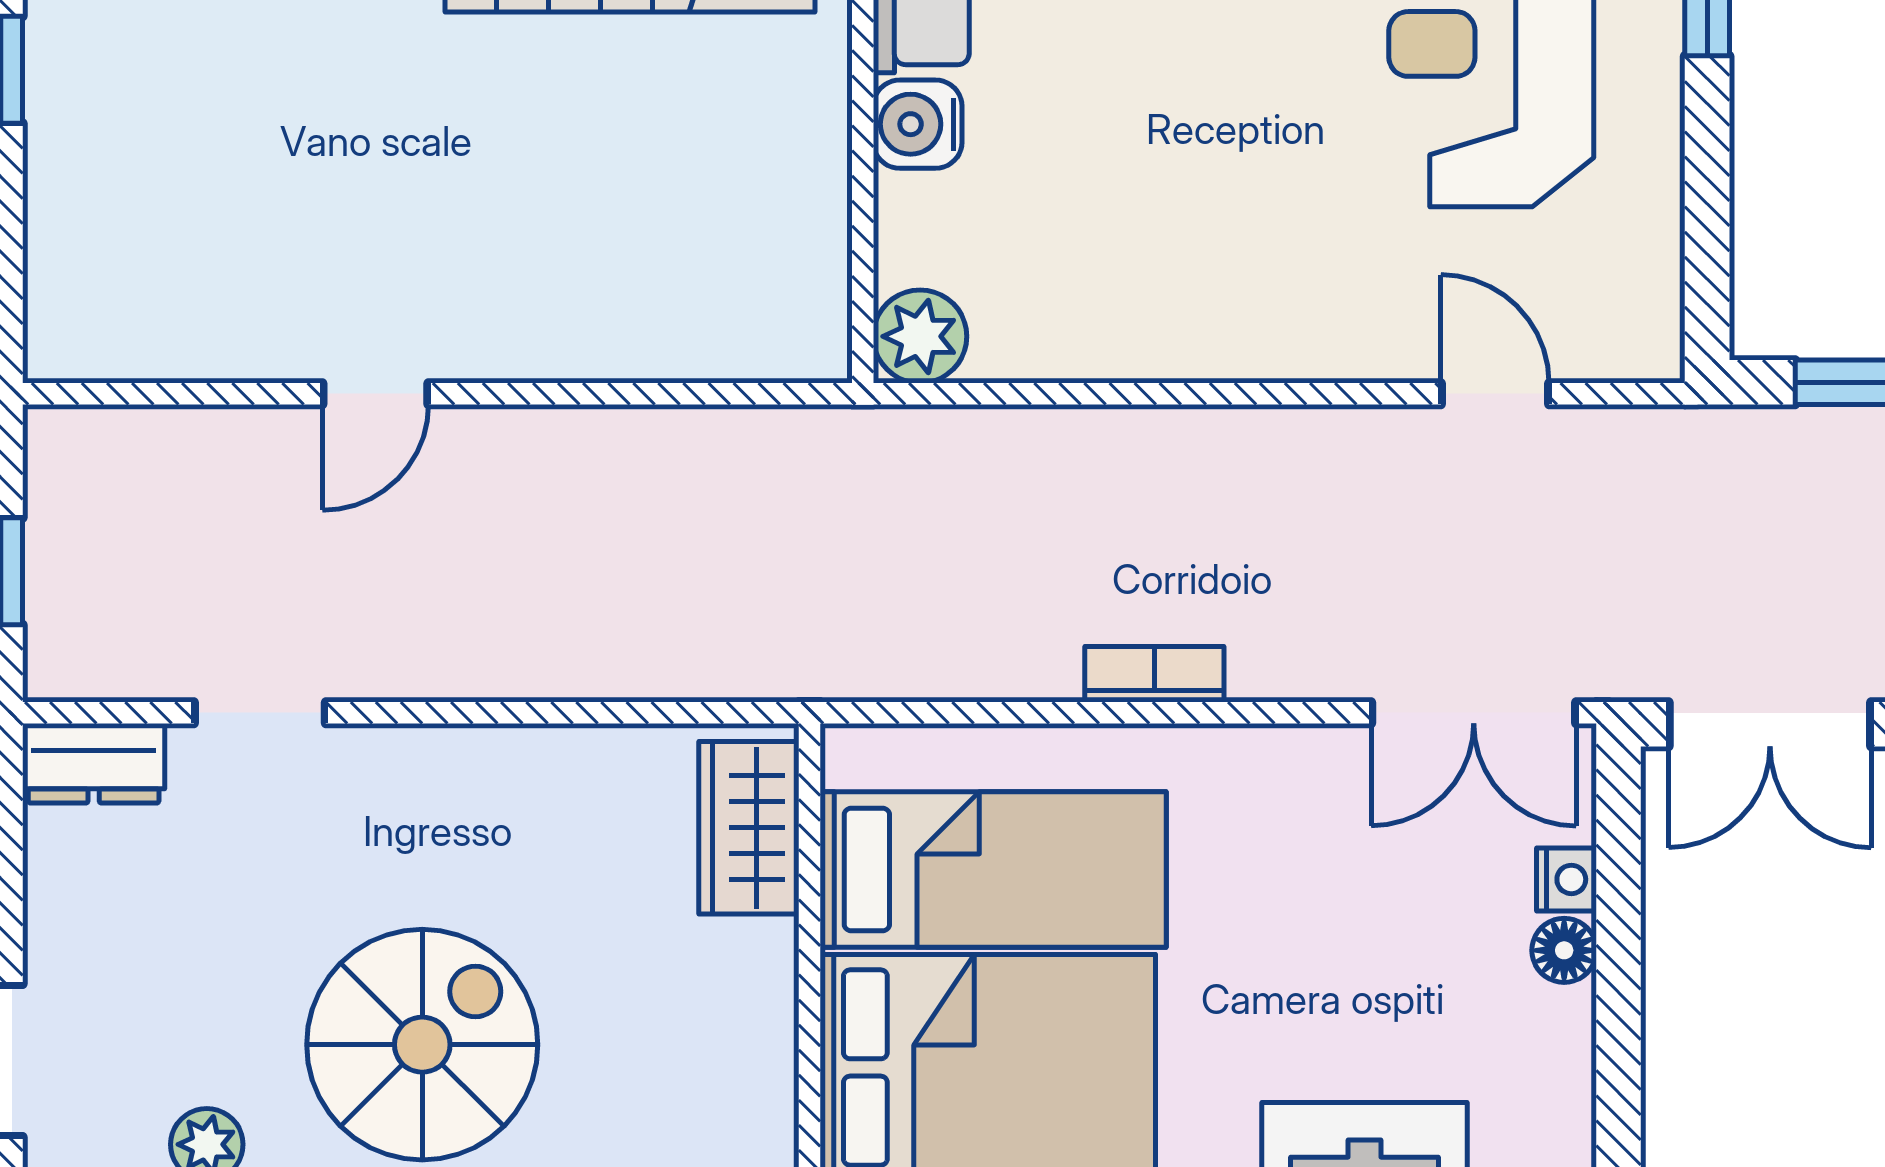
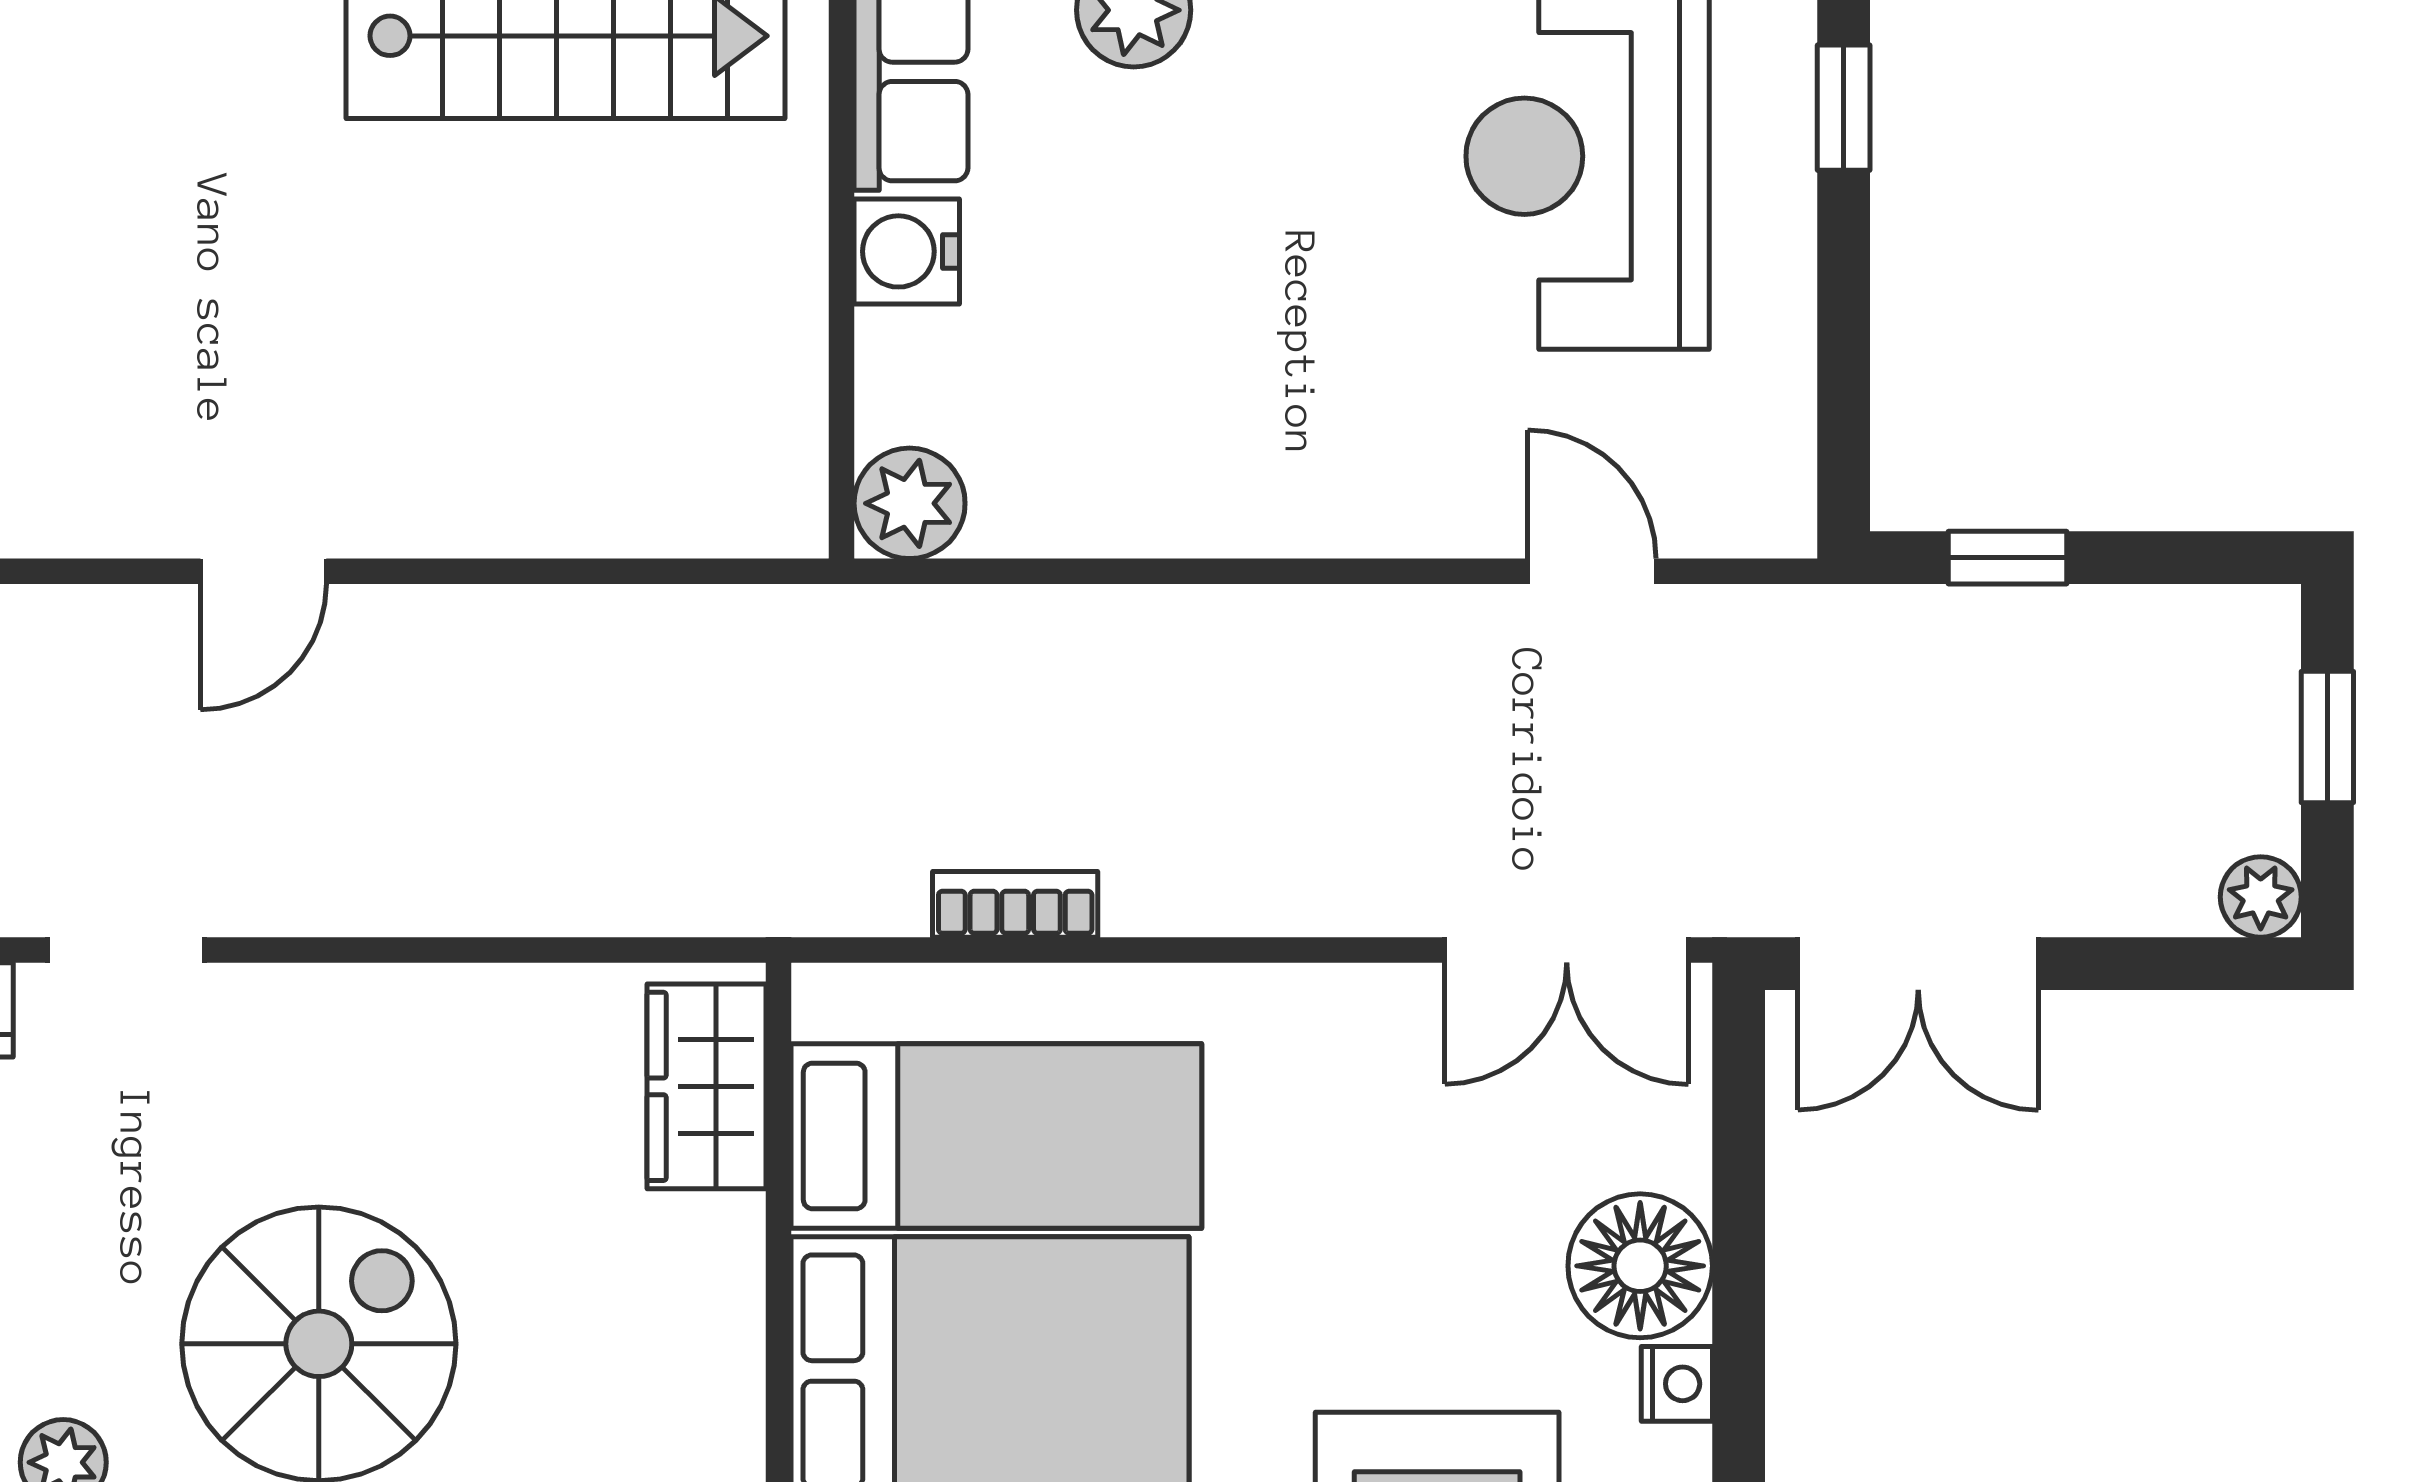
bookcase: (1154, 674) -> (1015, 904), moved
nightstand: (1567, 879) -> (1677, 1384), moved
floor lamp: (1564, 950) -> (1640, 1266), width x1.89, depth x1.89

